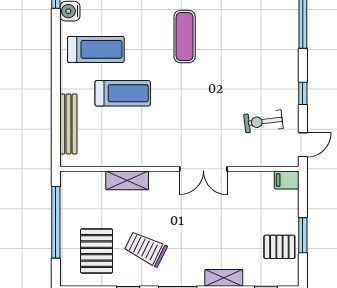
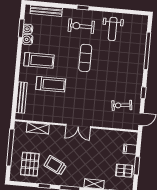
double door: (203, 169) -> (78, 126), moved
shelving: (127, 180) -> (38, 128), moved
filing cabinet: (287, 180) -> (130, 149), moved

